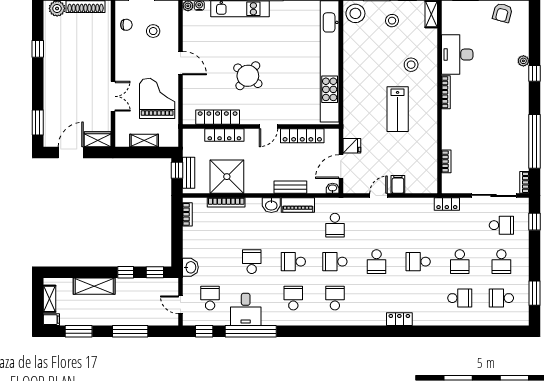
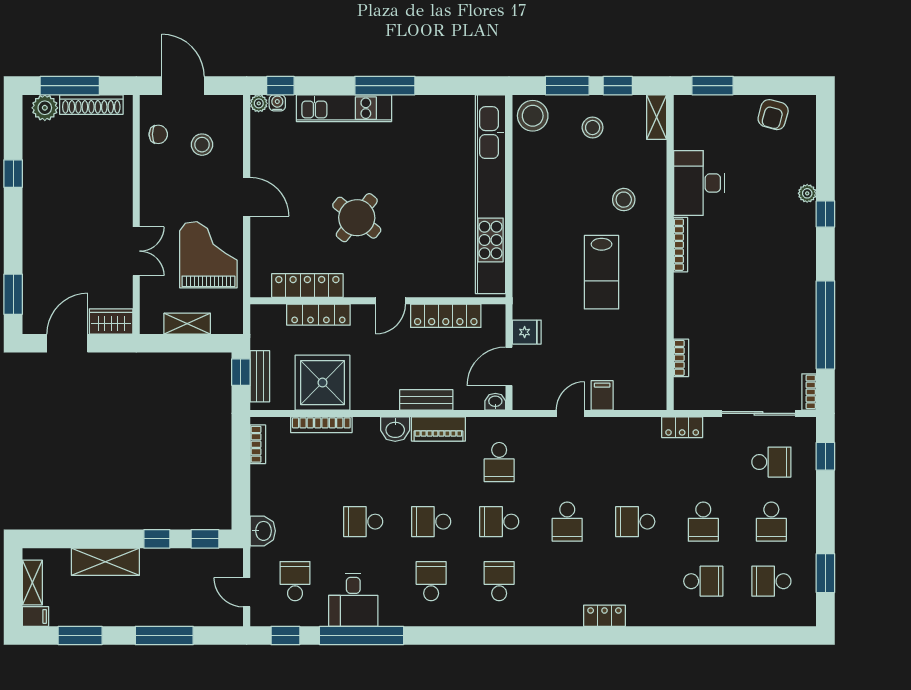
school desk: (252, 262) -> (363, 522), turned -90

